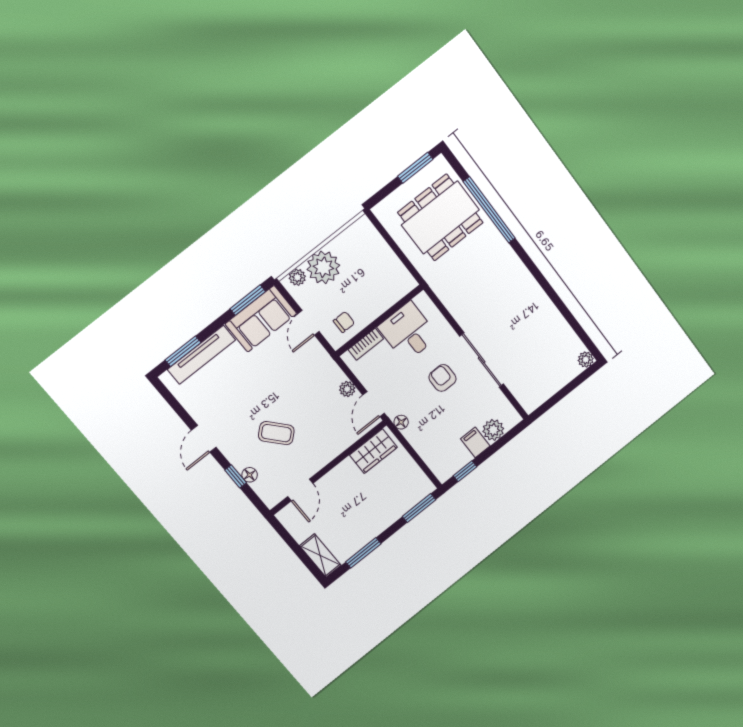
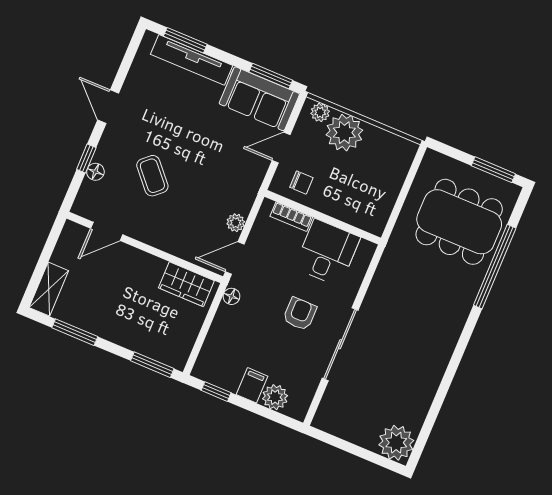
plant: (586, 360) -> (396, 443), width x1.88, depth x1.88
door: (204, 439) -> (108, 107), hinge flipped

